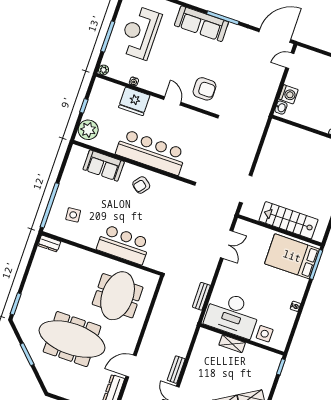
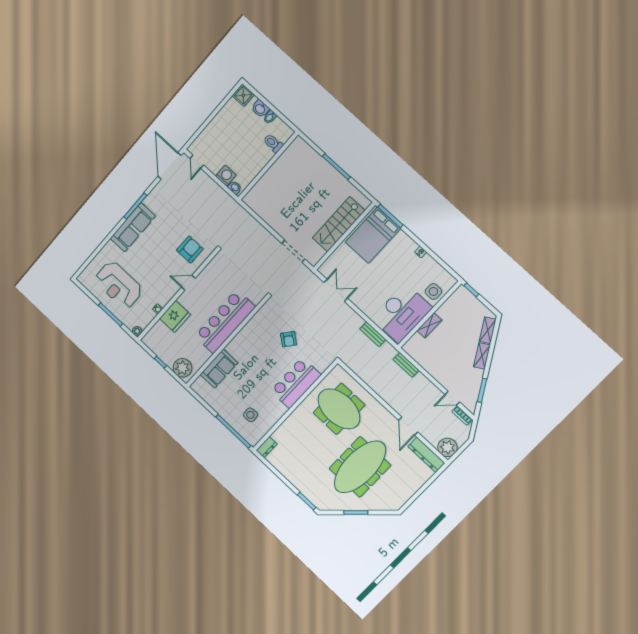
armchair: (141, 185) -> (289, 339), moved
bench: (176, 370) -> (406, 365), moved

